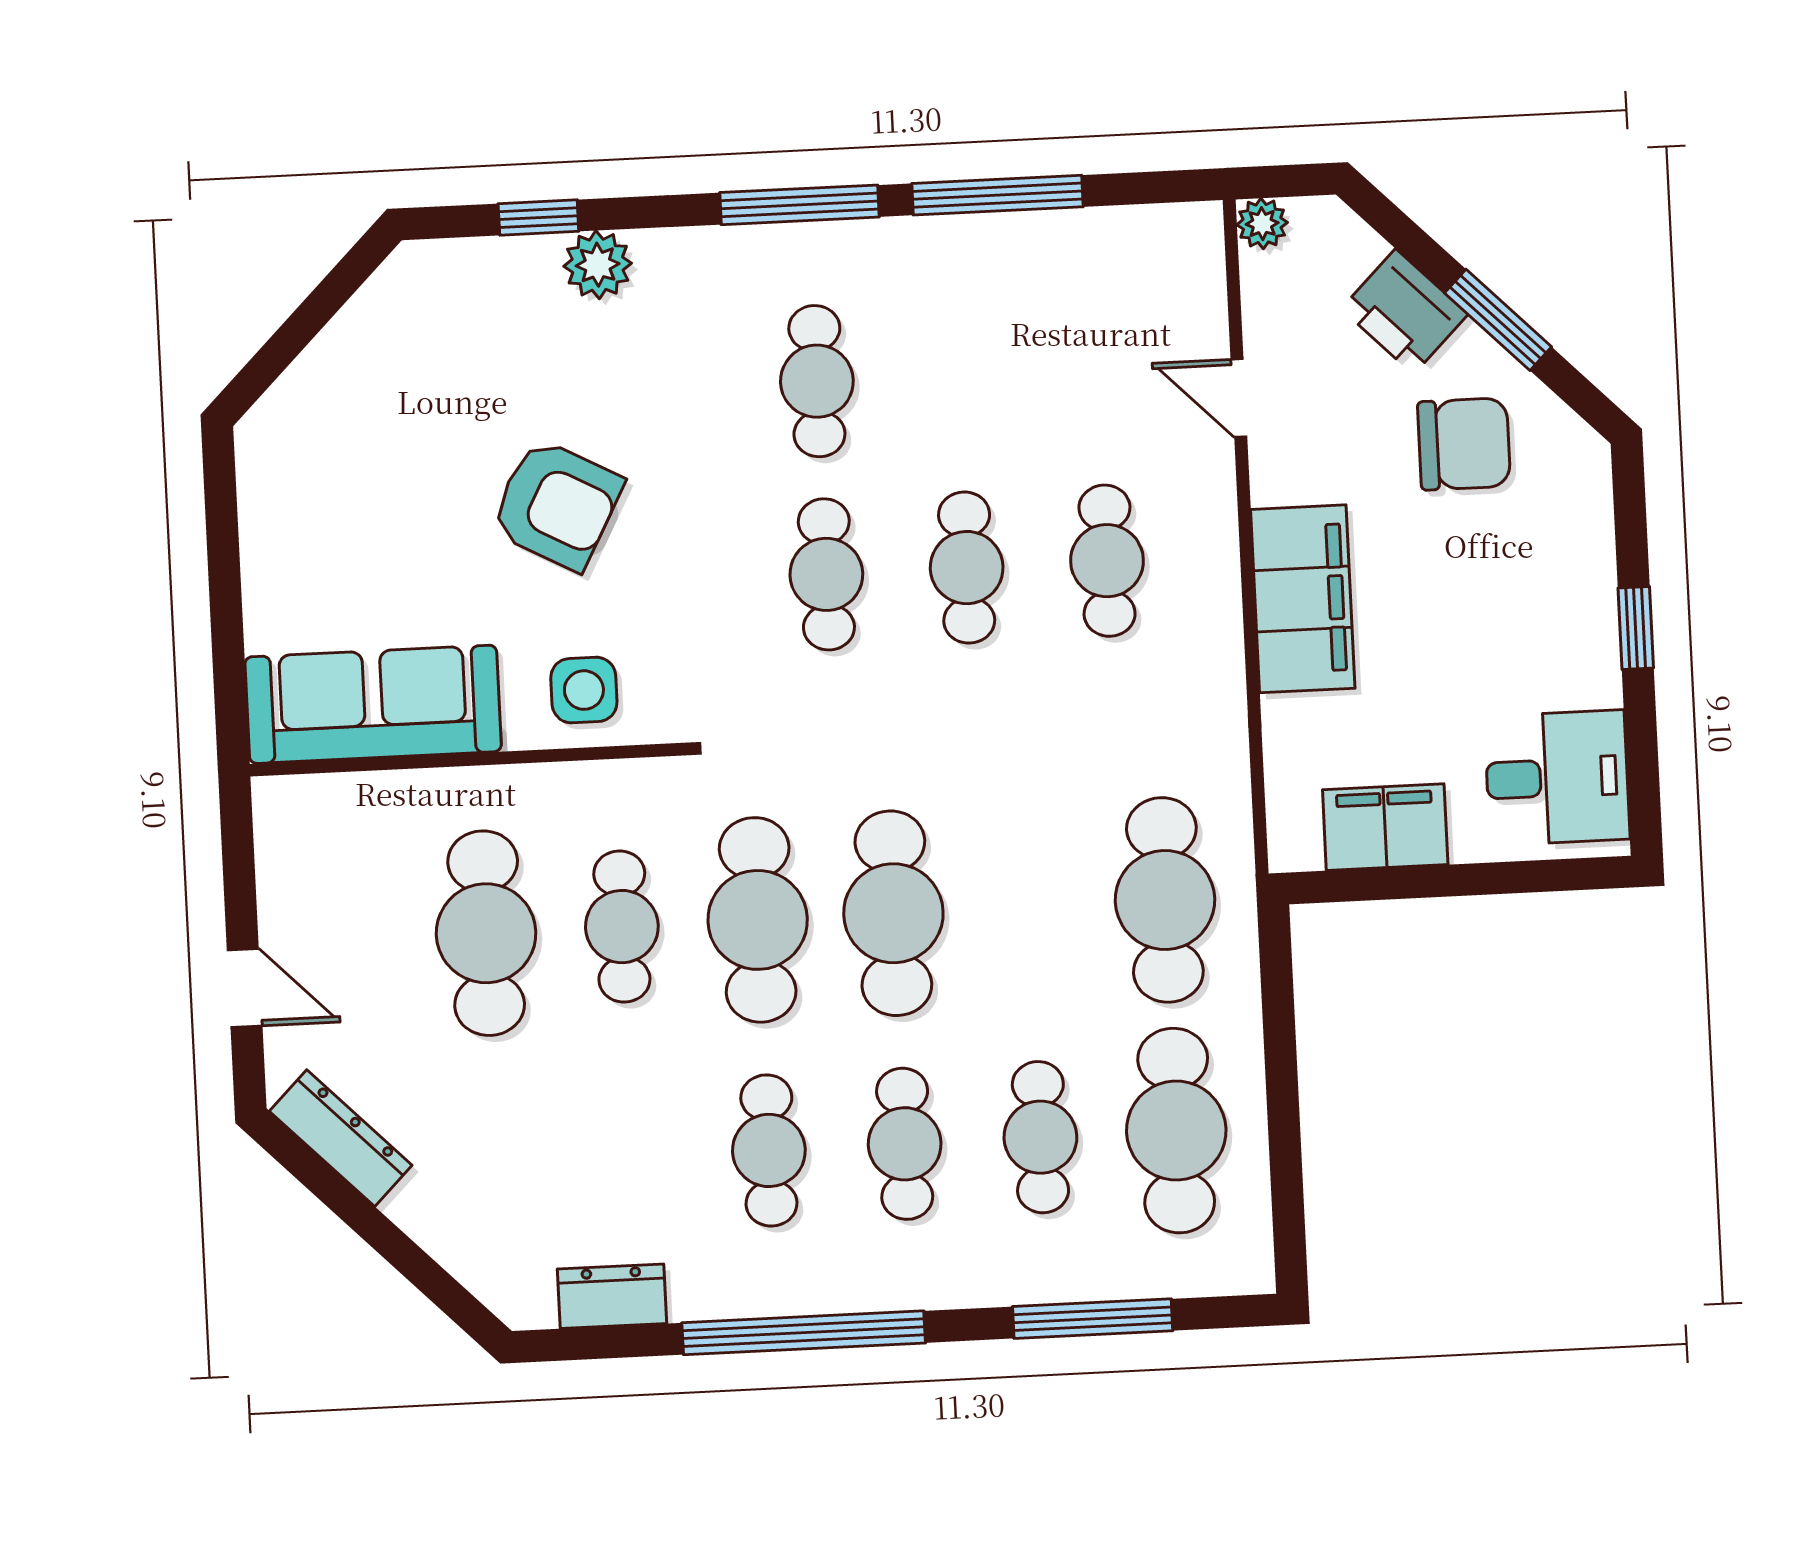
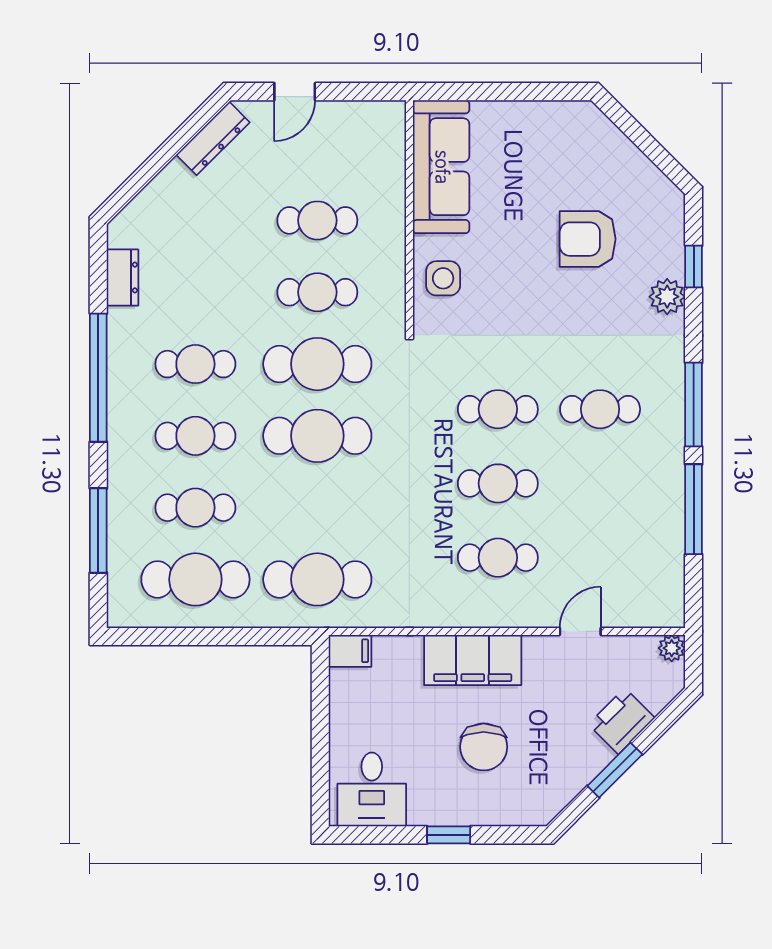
chair: (1464, 444) -> (484, 747), moved
armchair: (557, 504) -> (588, 239), moved, turned 62
filing cabinet: (1385, 827) -> (350, 651), moved, width x0.50
cafe table: (486, 933) -> (317, 220), width x0.73, depth x0.74

